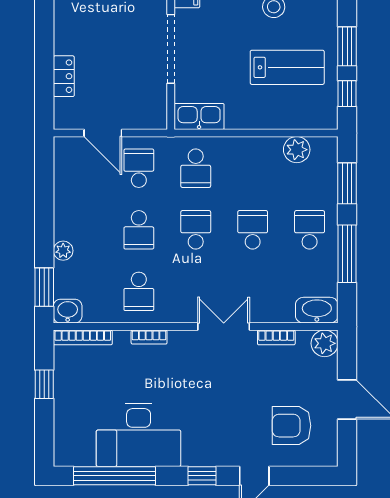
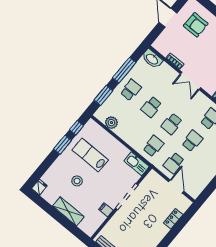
school desk: (310, 230) -> (131, 90), turned 180
plant: (325, 343) -> (159, 45), removed

